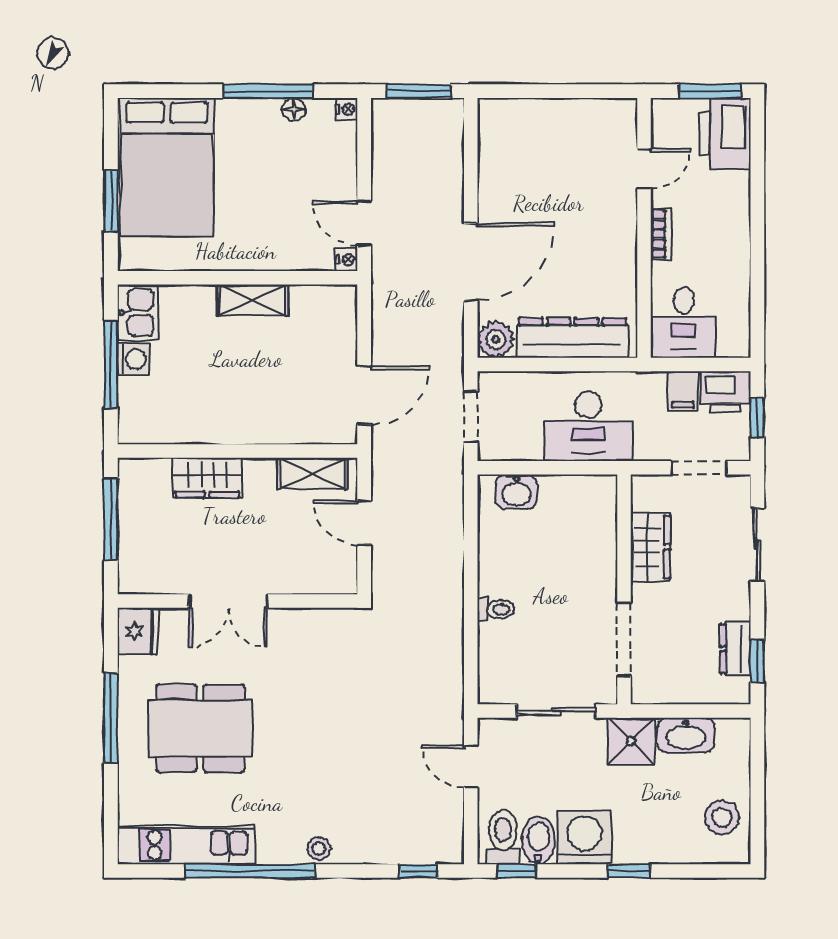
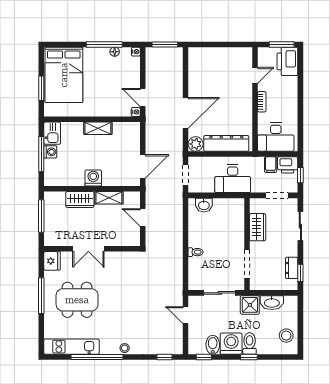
desk: (684, 322) -> (276, 137), width x1.37
washing machine: (240, 424) -> (93, 178), added
shelving: (313, 474) -> (109, 198), moved
toilet: (503, 837) -> (250, 343), moved

